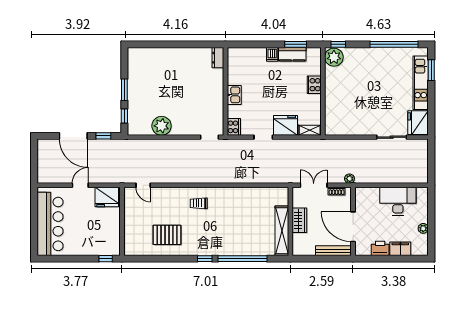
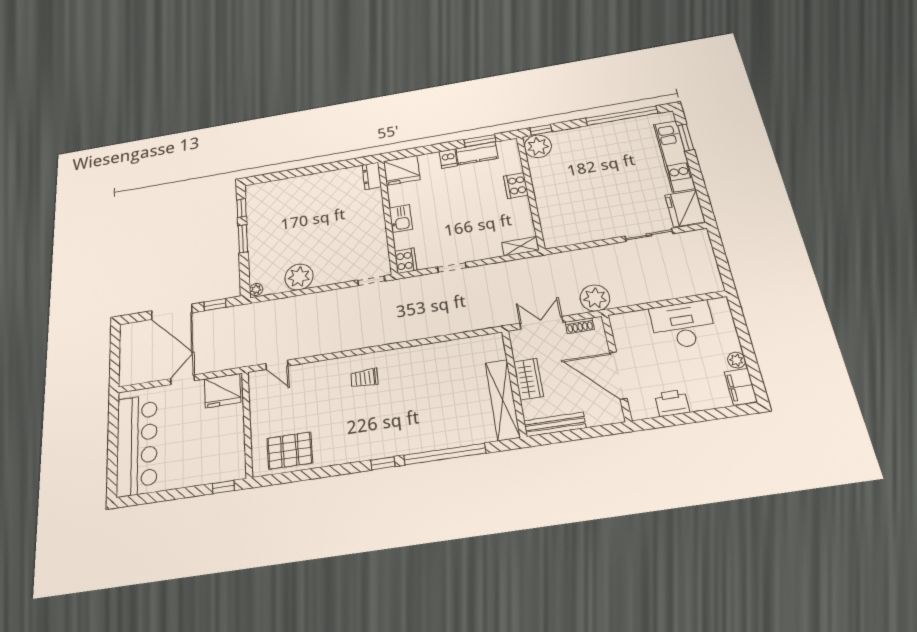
window: (124, 116) -> (242, 208), moved
fridge: (285, 125) -> (402, 170), moved, turned 180
plant: (132, 130) -> (256, 289), added
plant: (349, 179) -> (595, 298), width x1.87, depth x1.87
pallet: (167, 235) -> (290, 451), moved
filing cabinet: (400, 249) -> (741, 387), moved, turned -90
bench: (333, 251) -> (555, 424), moved

